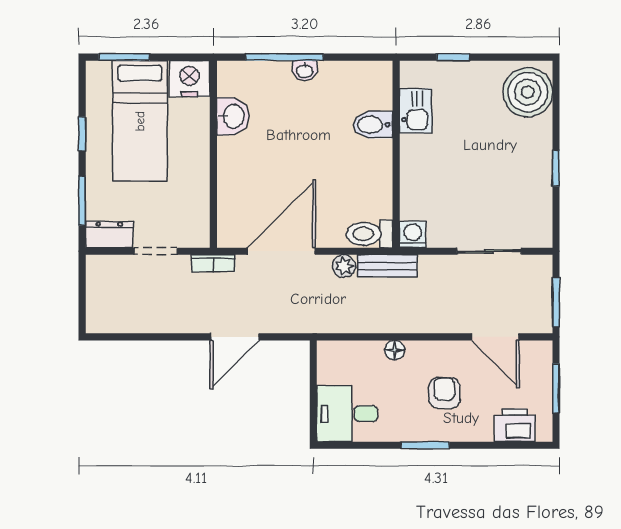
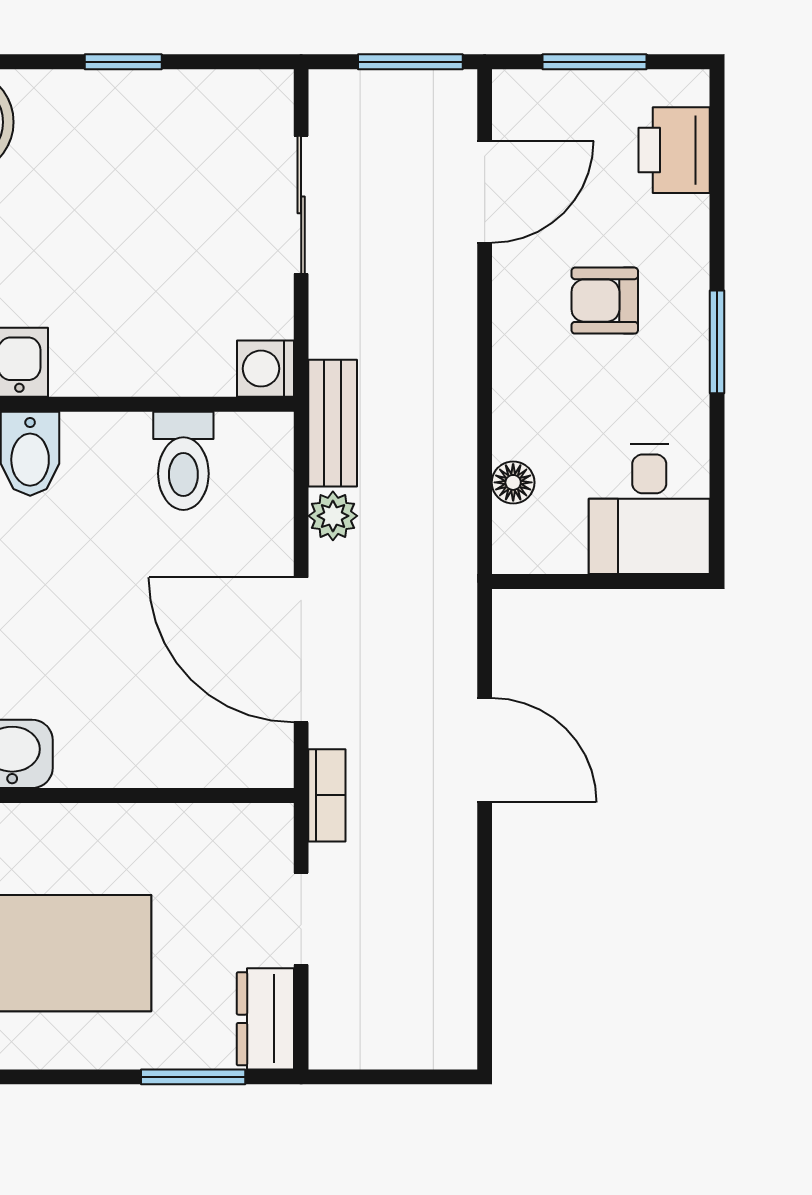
window: (82, 134) -> (50, 1077), removed
toilet: (370, 234) -> (183, 461), moved
floor lamp: (394, 350) -> (513, 482), moved

